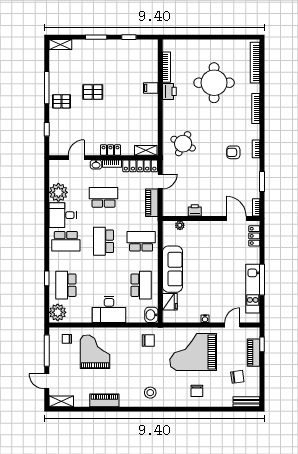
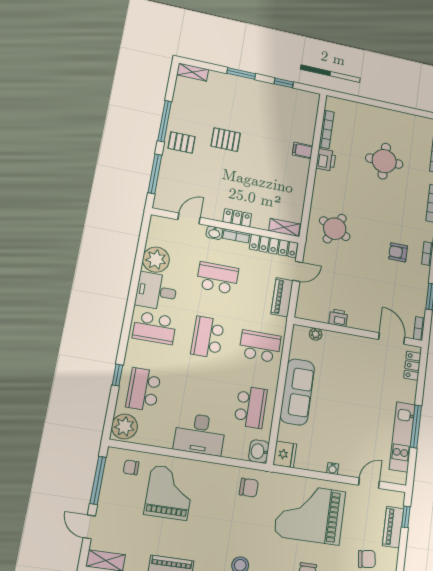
round table: (214, 83) -> (384, 161), width x0.73, depth x0.73
window: (47, 129) -> (155, 174), width x2.17
fridge: (170, 302) -> (285, 454), moved

